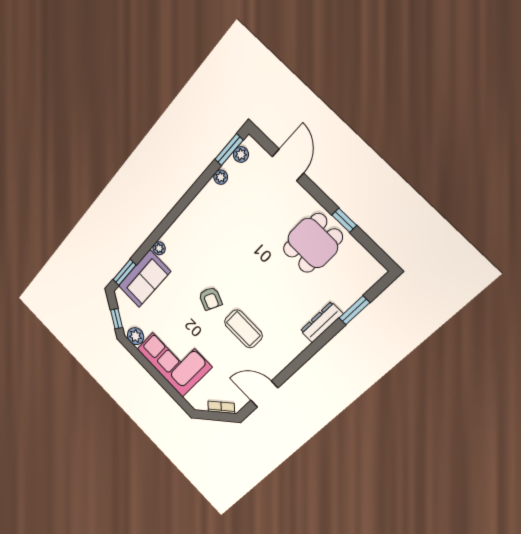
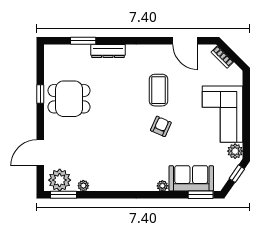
plant: (241, 154) -> (60, 180), width x1.87, depth x1.87

